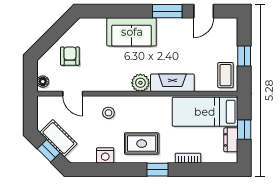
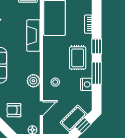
plant: (140, 83) -> (33, 81), moved
window: (121, 170) -> (97, 73), added

